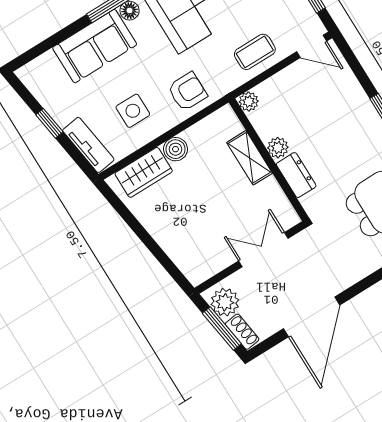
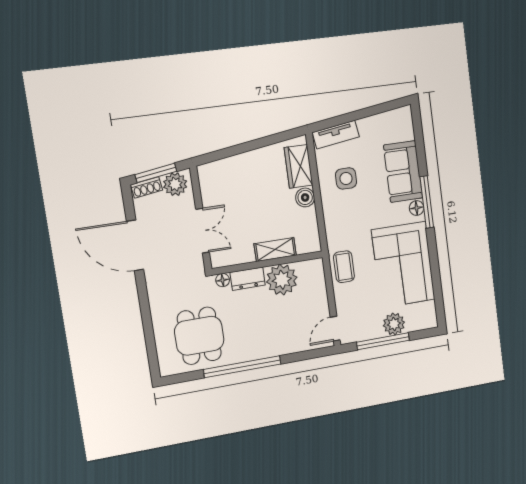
coffee table: (255, 52) -> (344, 267), moved
armchair: (187, 91) -> (342, 225), removed
plant: (249, 102) -> (316, 266), removed
window: (49, 123) -> (364, 113), removed
plant: (278, 148) -> (282, 280), width x1.87, depth x1.87
floor lamp: (310, 203) -> (223, 280), added

